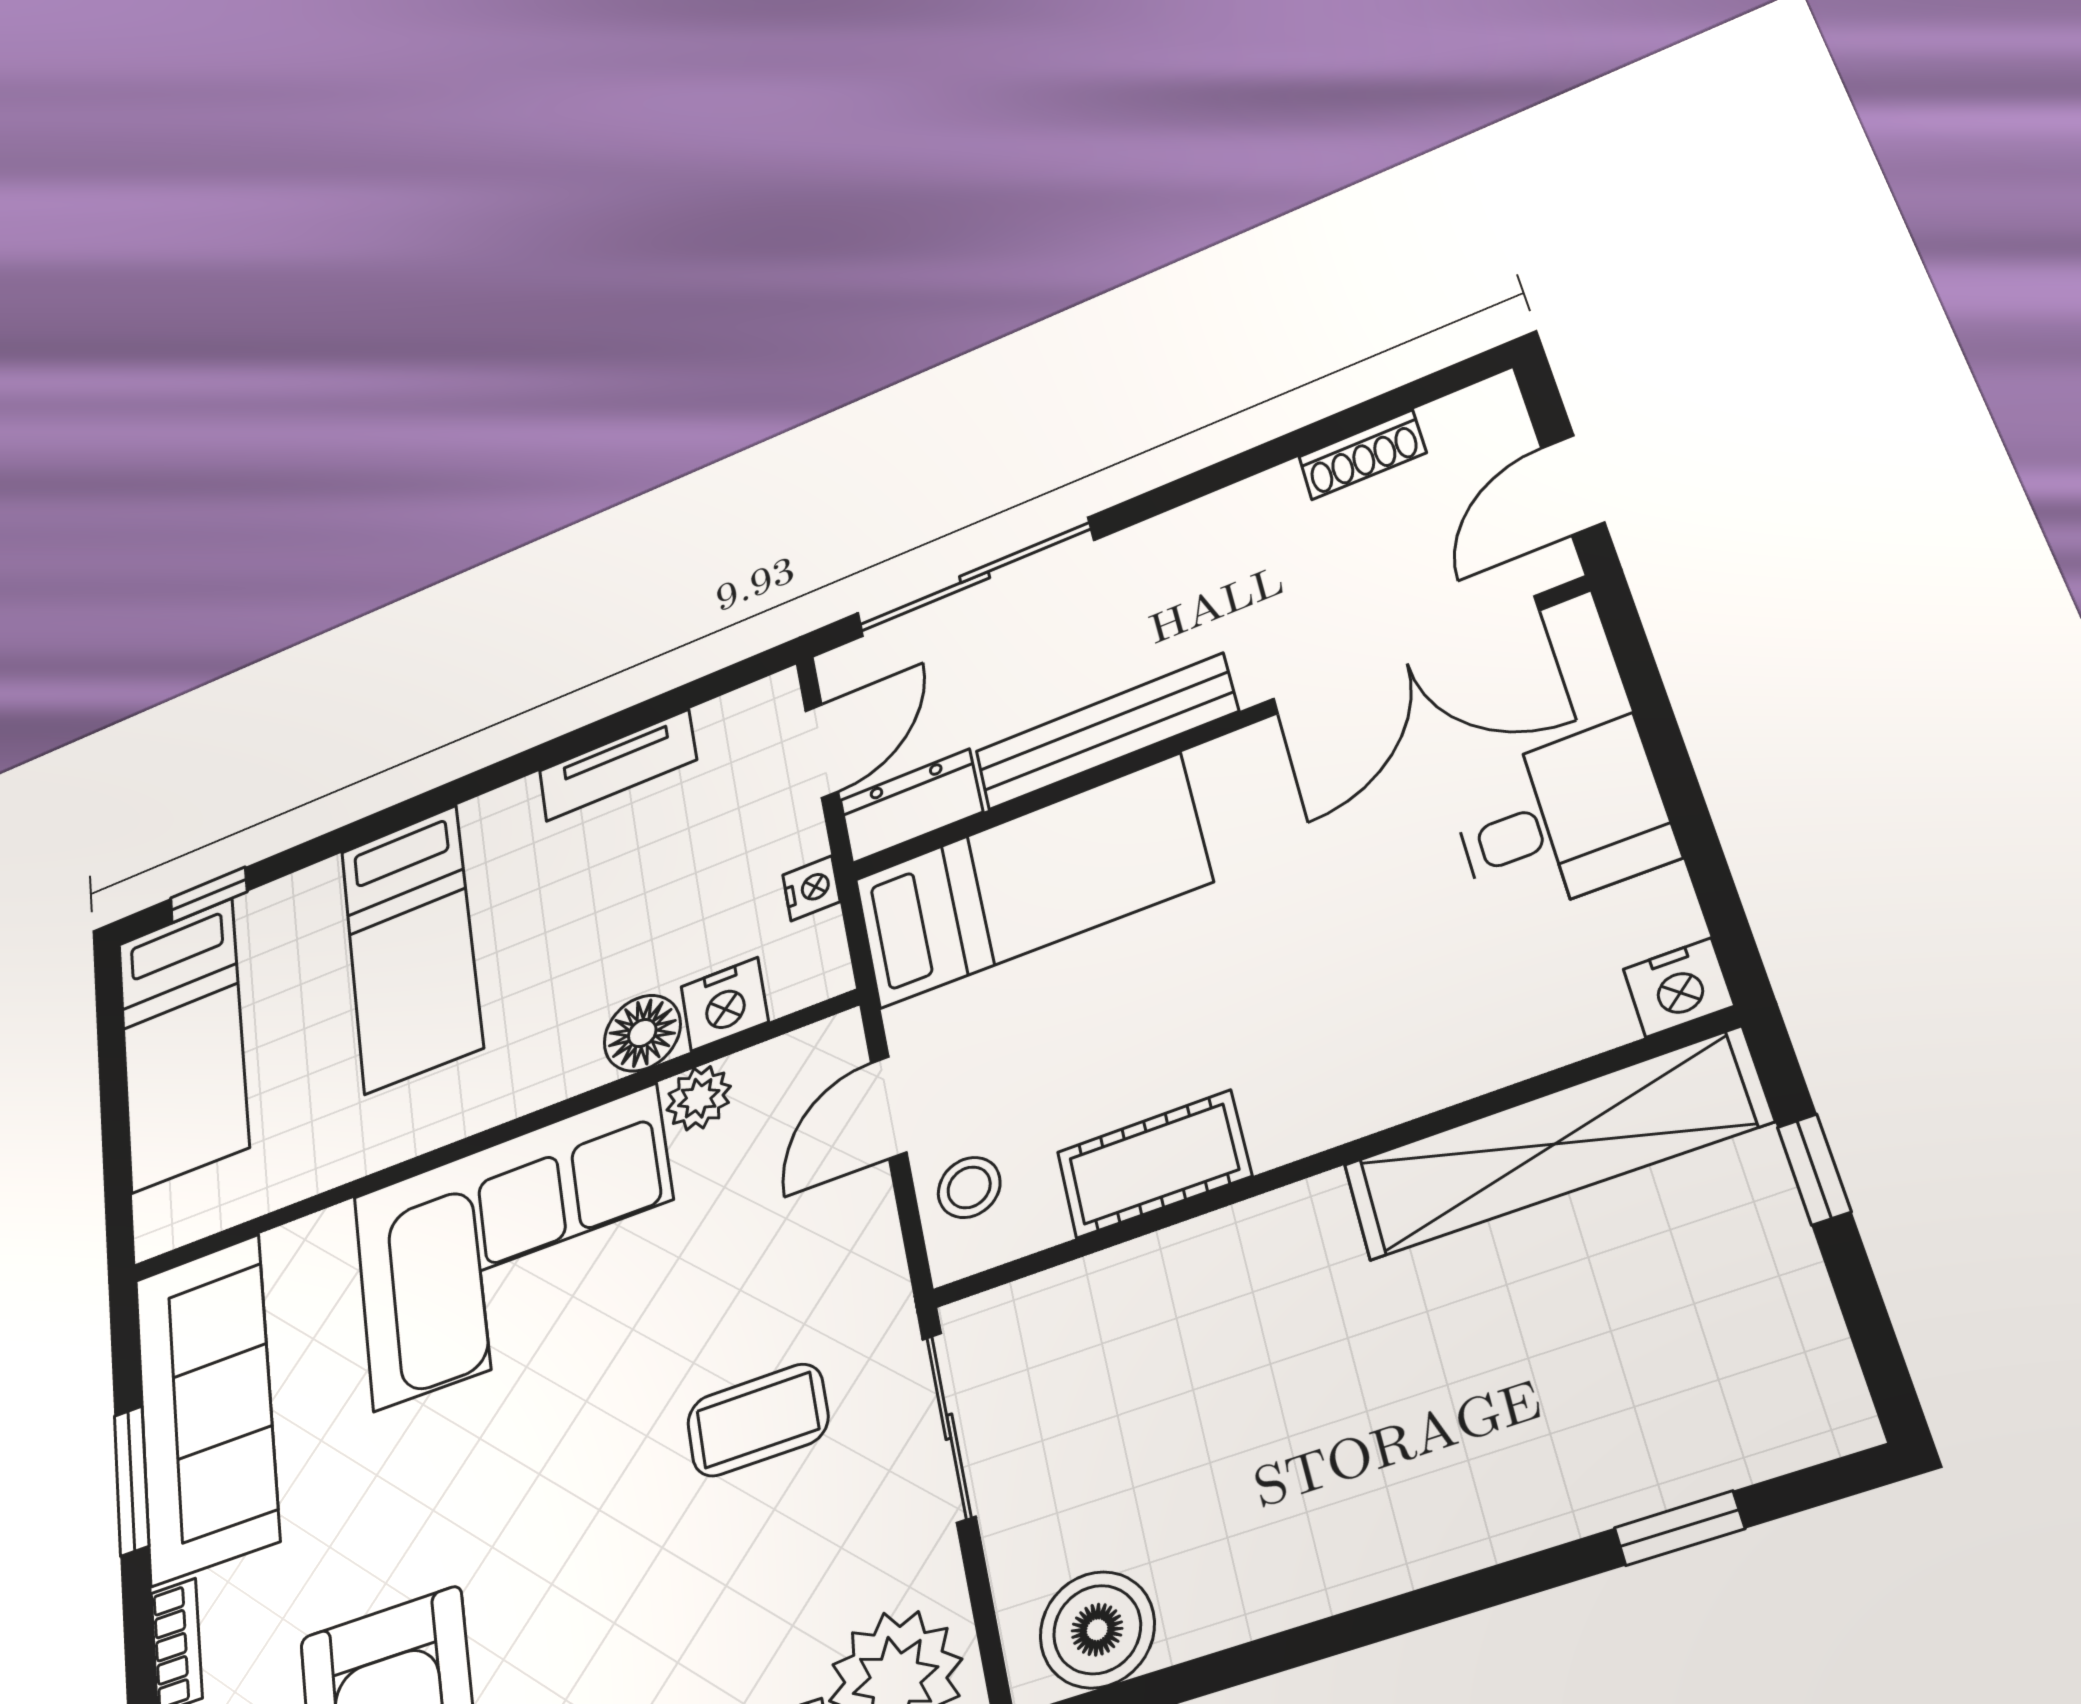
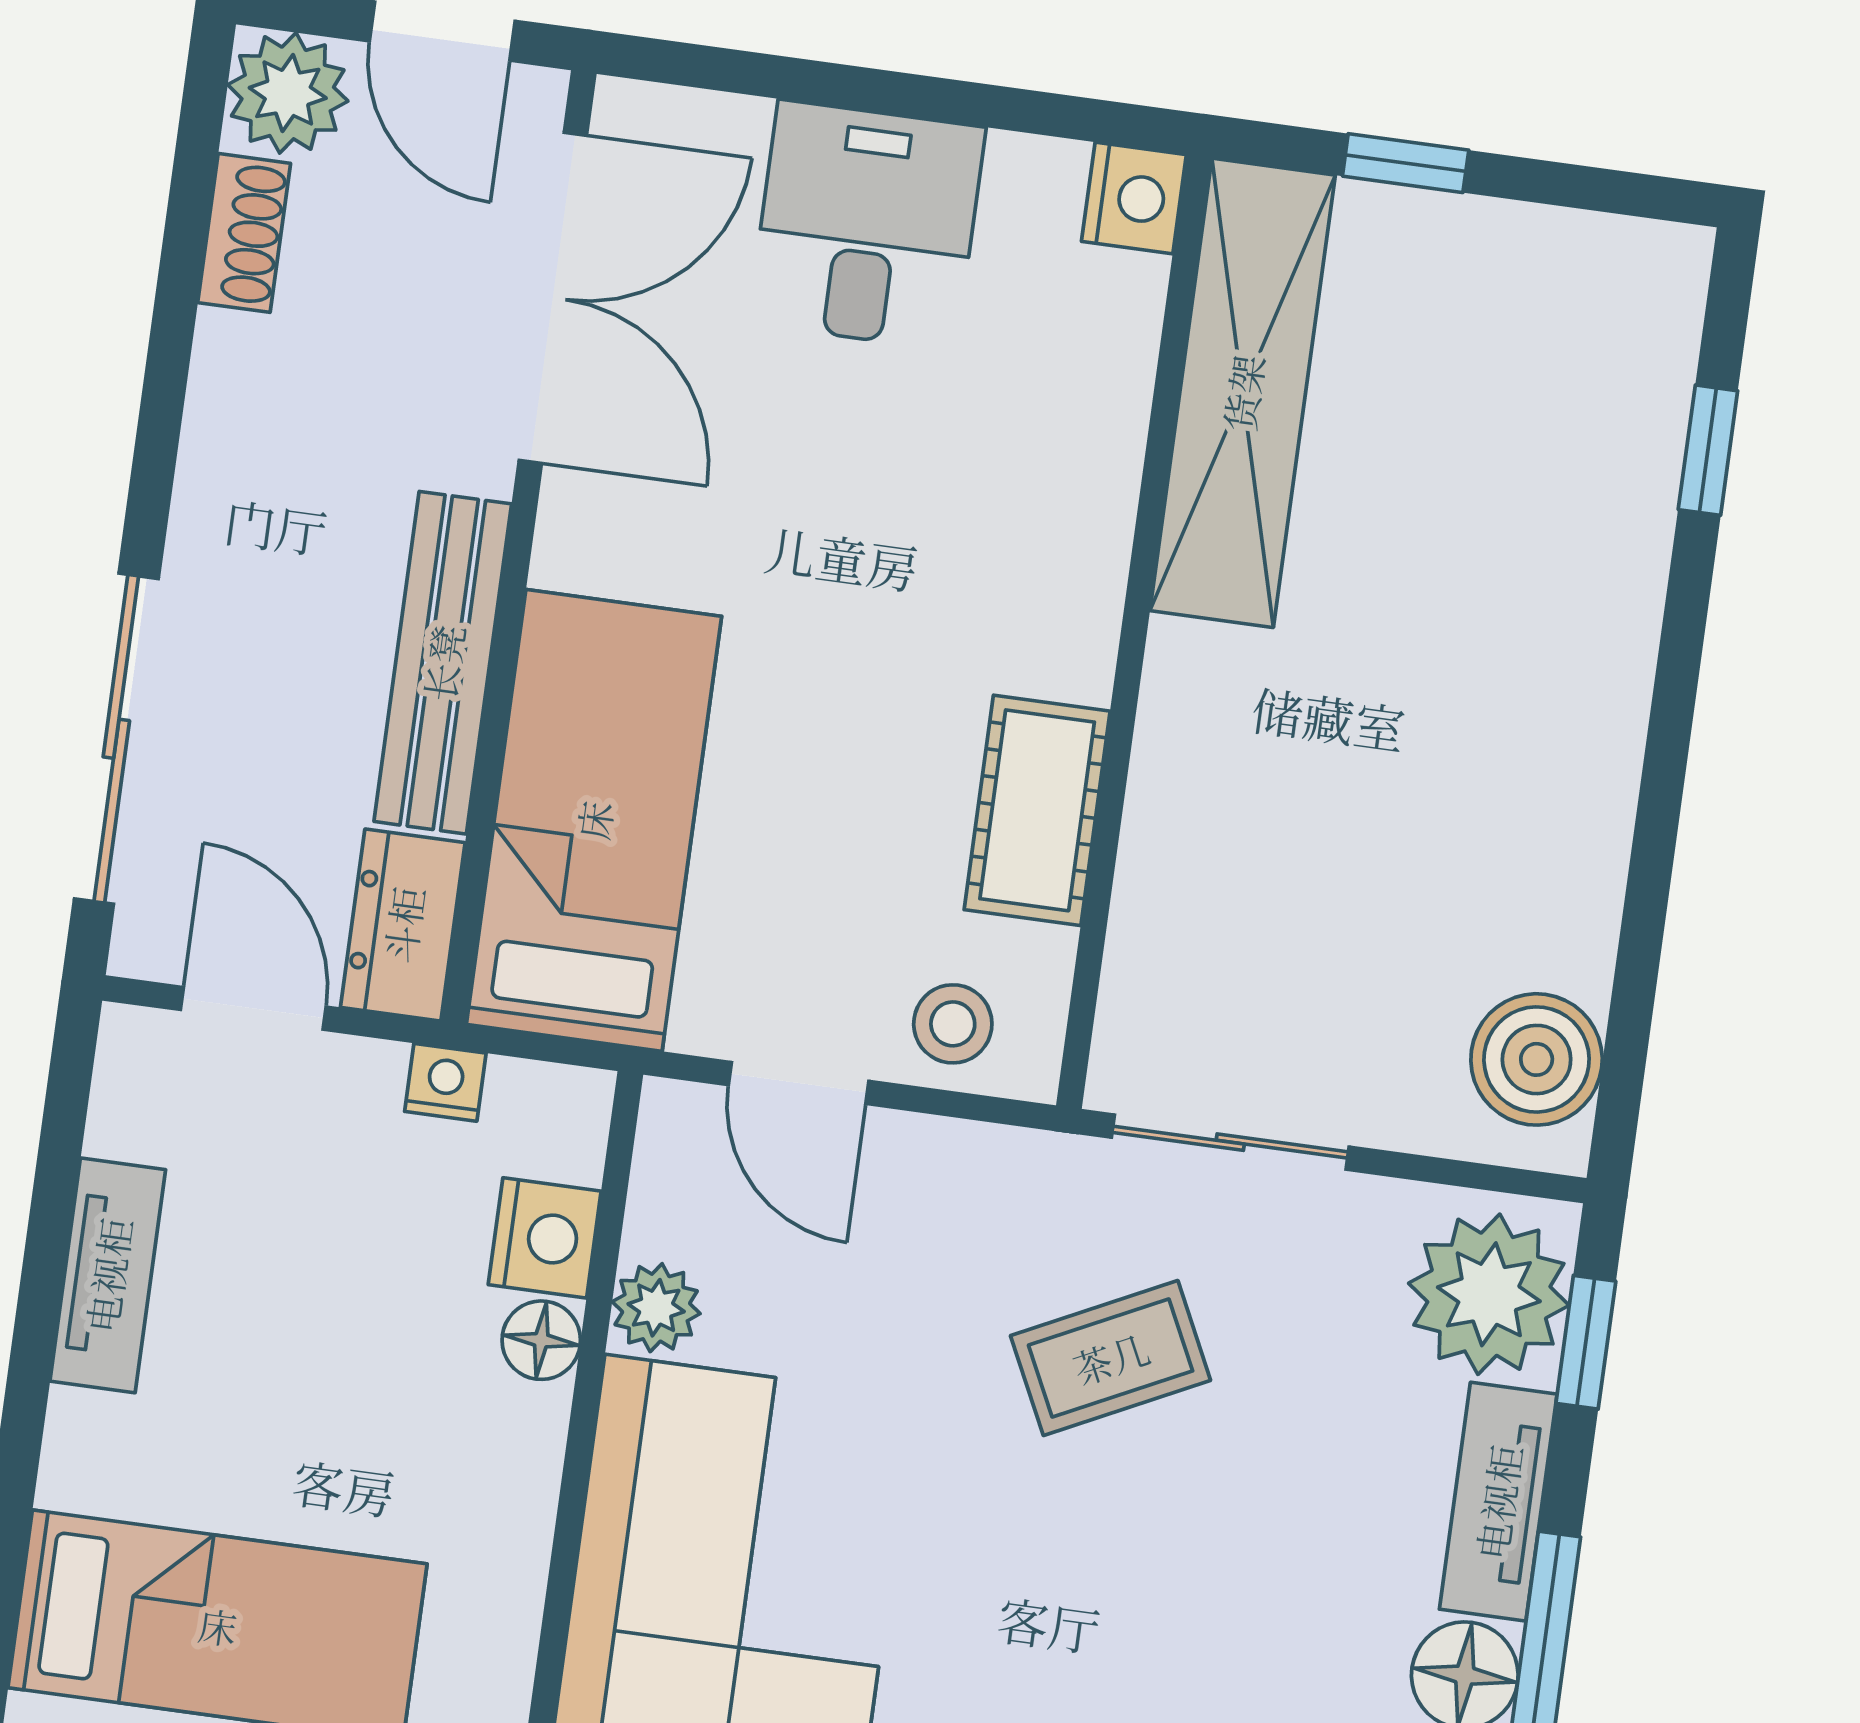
plant: (1478, 424) -> (288, 93), added
floor lamp: (642, 1033) -> (541, 1340), width x0.73, depth x0.73
coffee table: (758, 1420) -> (1111, 1358), turned 64

